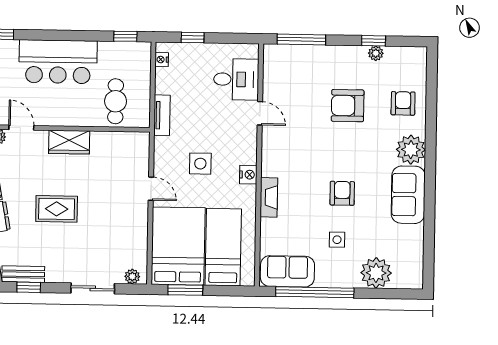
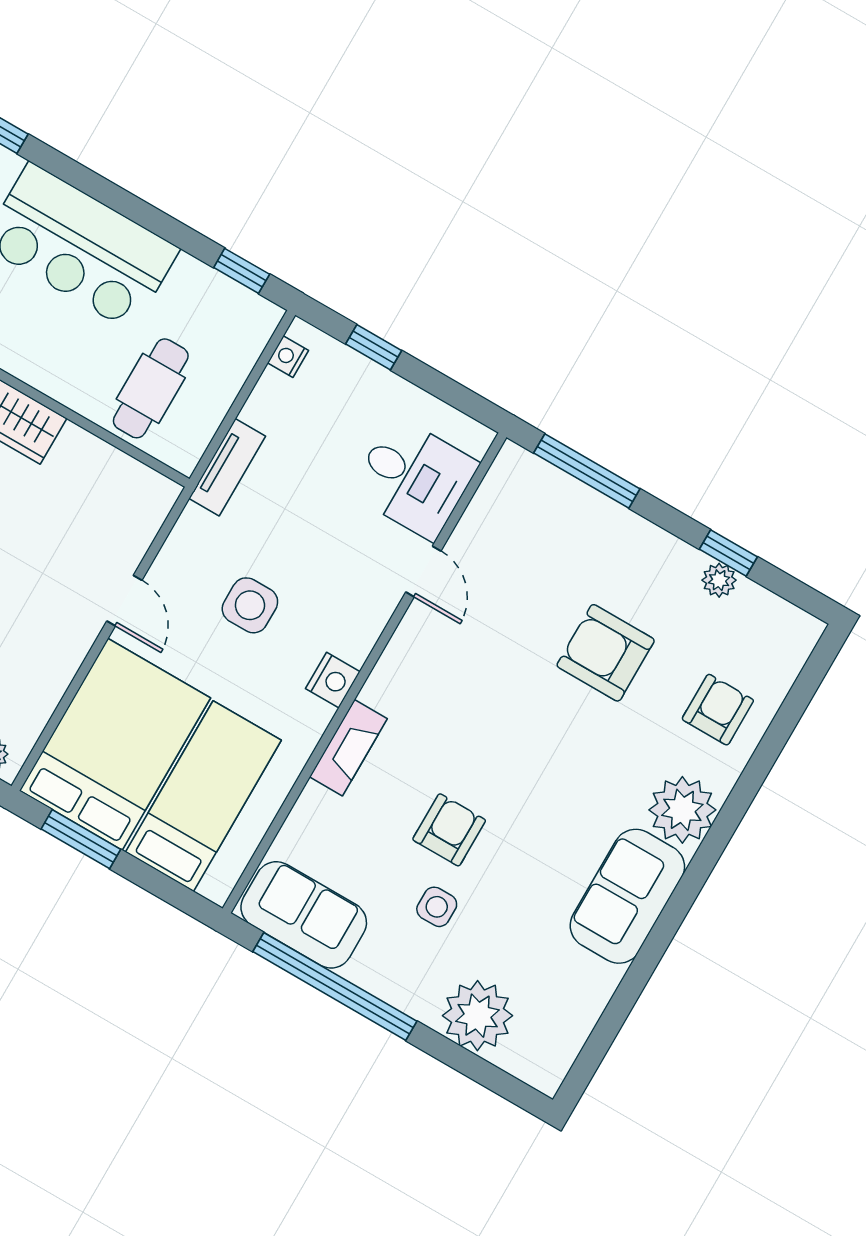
armchair: (342, 193) -> (449, 830), moved

